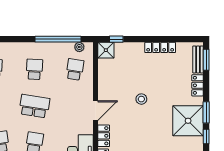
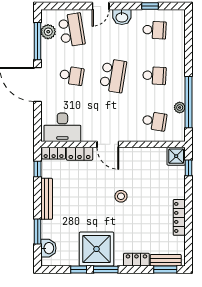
plant: (79, 47) -> (180, 107), moved

